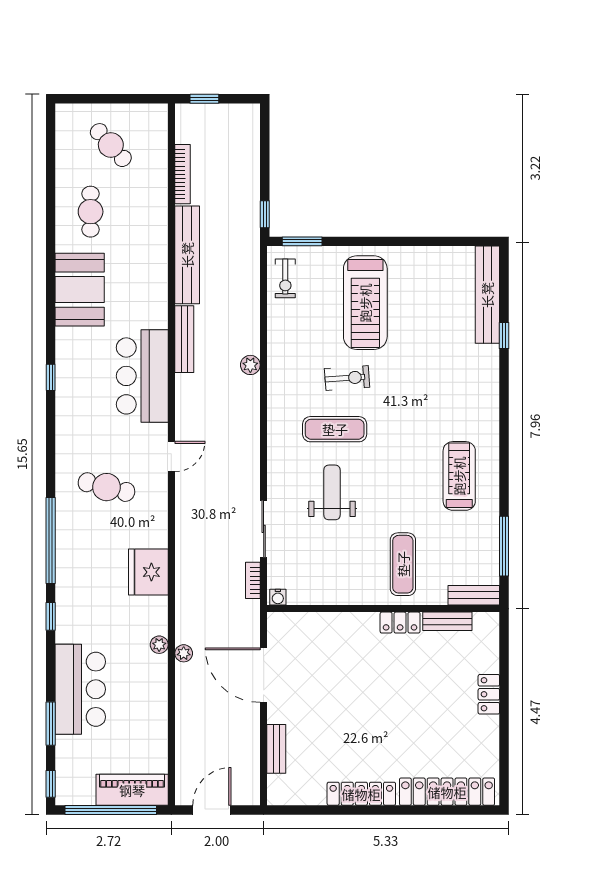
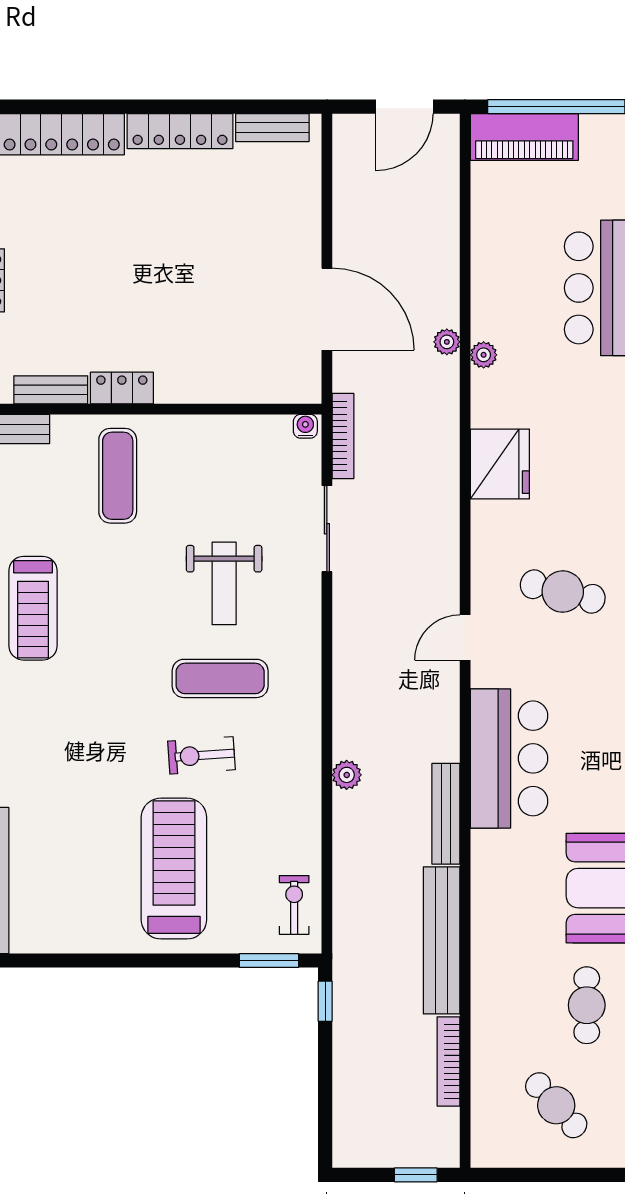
bookcase: (253, 580) -> (343, 436), width x1.56
bench: (276, 749) -> (272, 128), moved, turned 90

